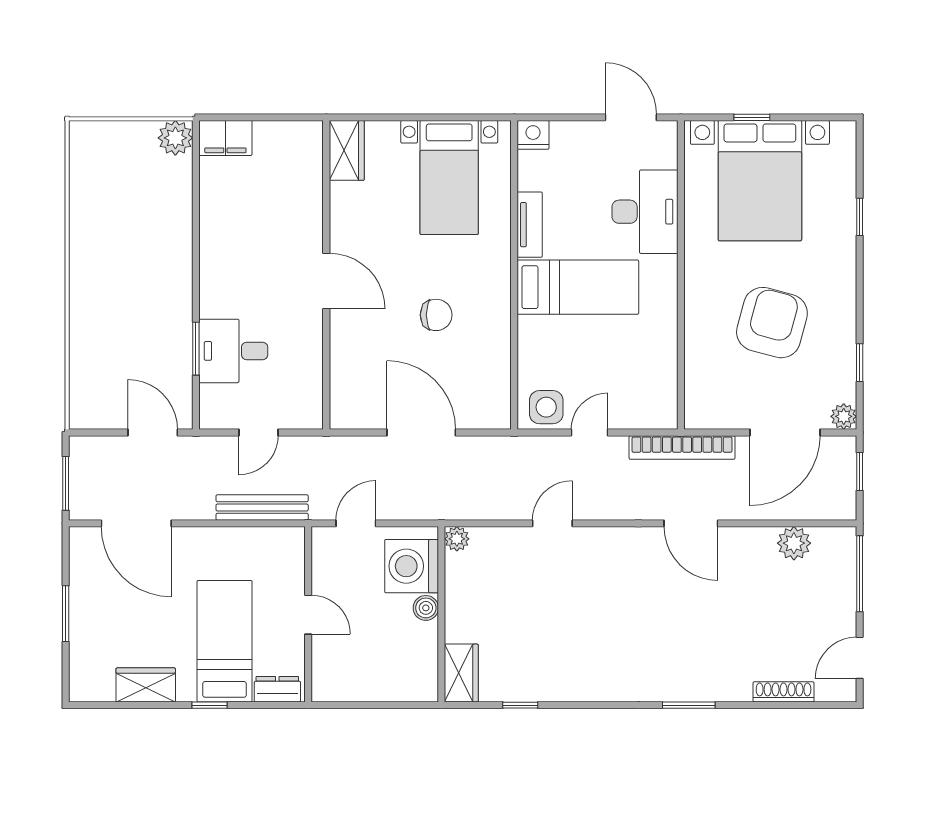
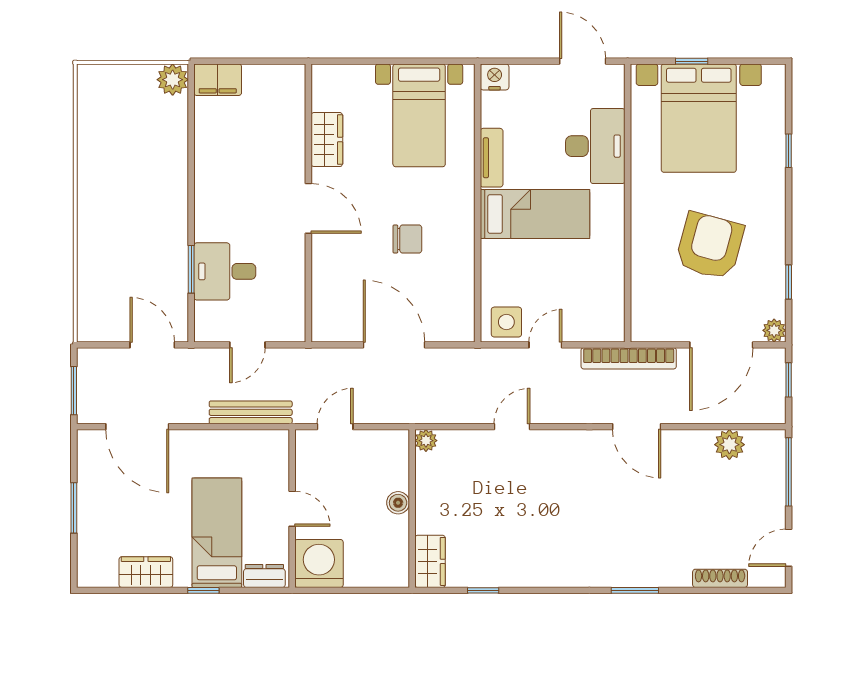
wardrobe: (347, 150) -> (327, 140), moved
washing machine: (412, 566) -> (319, 563), moved, turned 90

